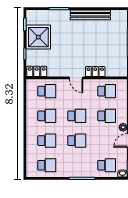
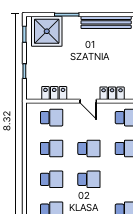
shower: (38, 37) -> (47, 31), moved
locker: (37, 71) -> (54, 93), moved

